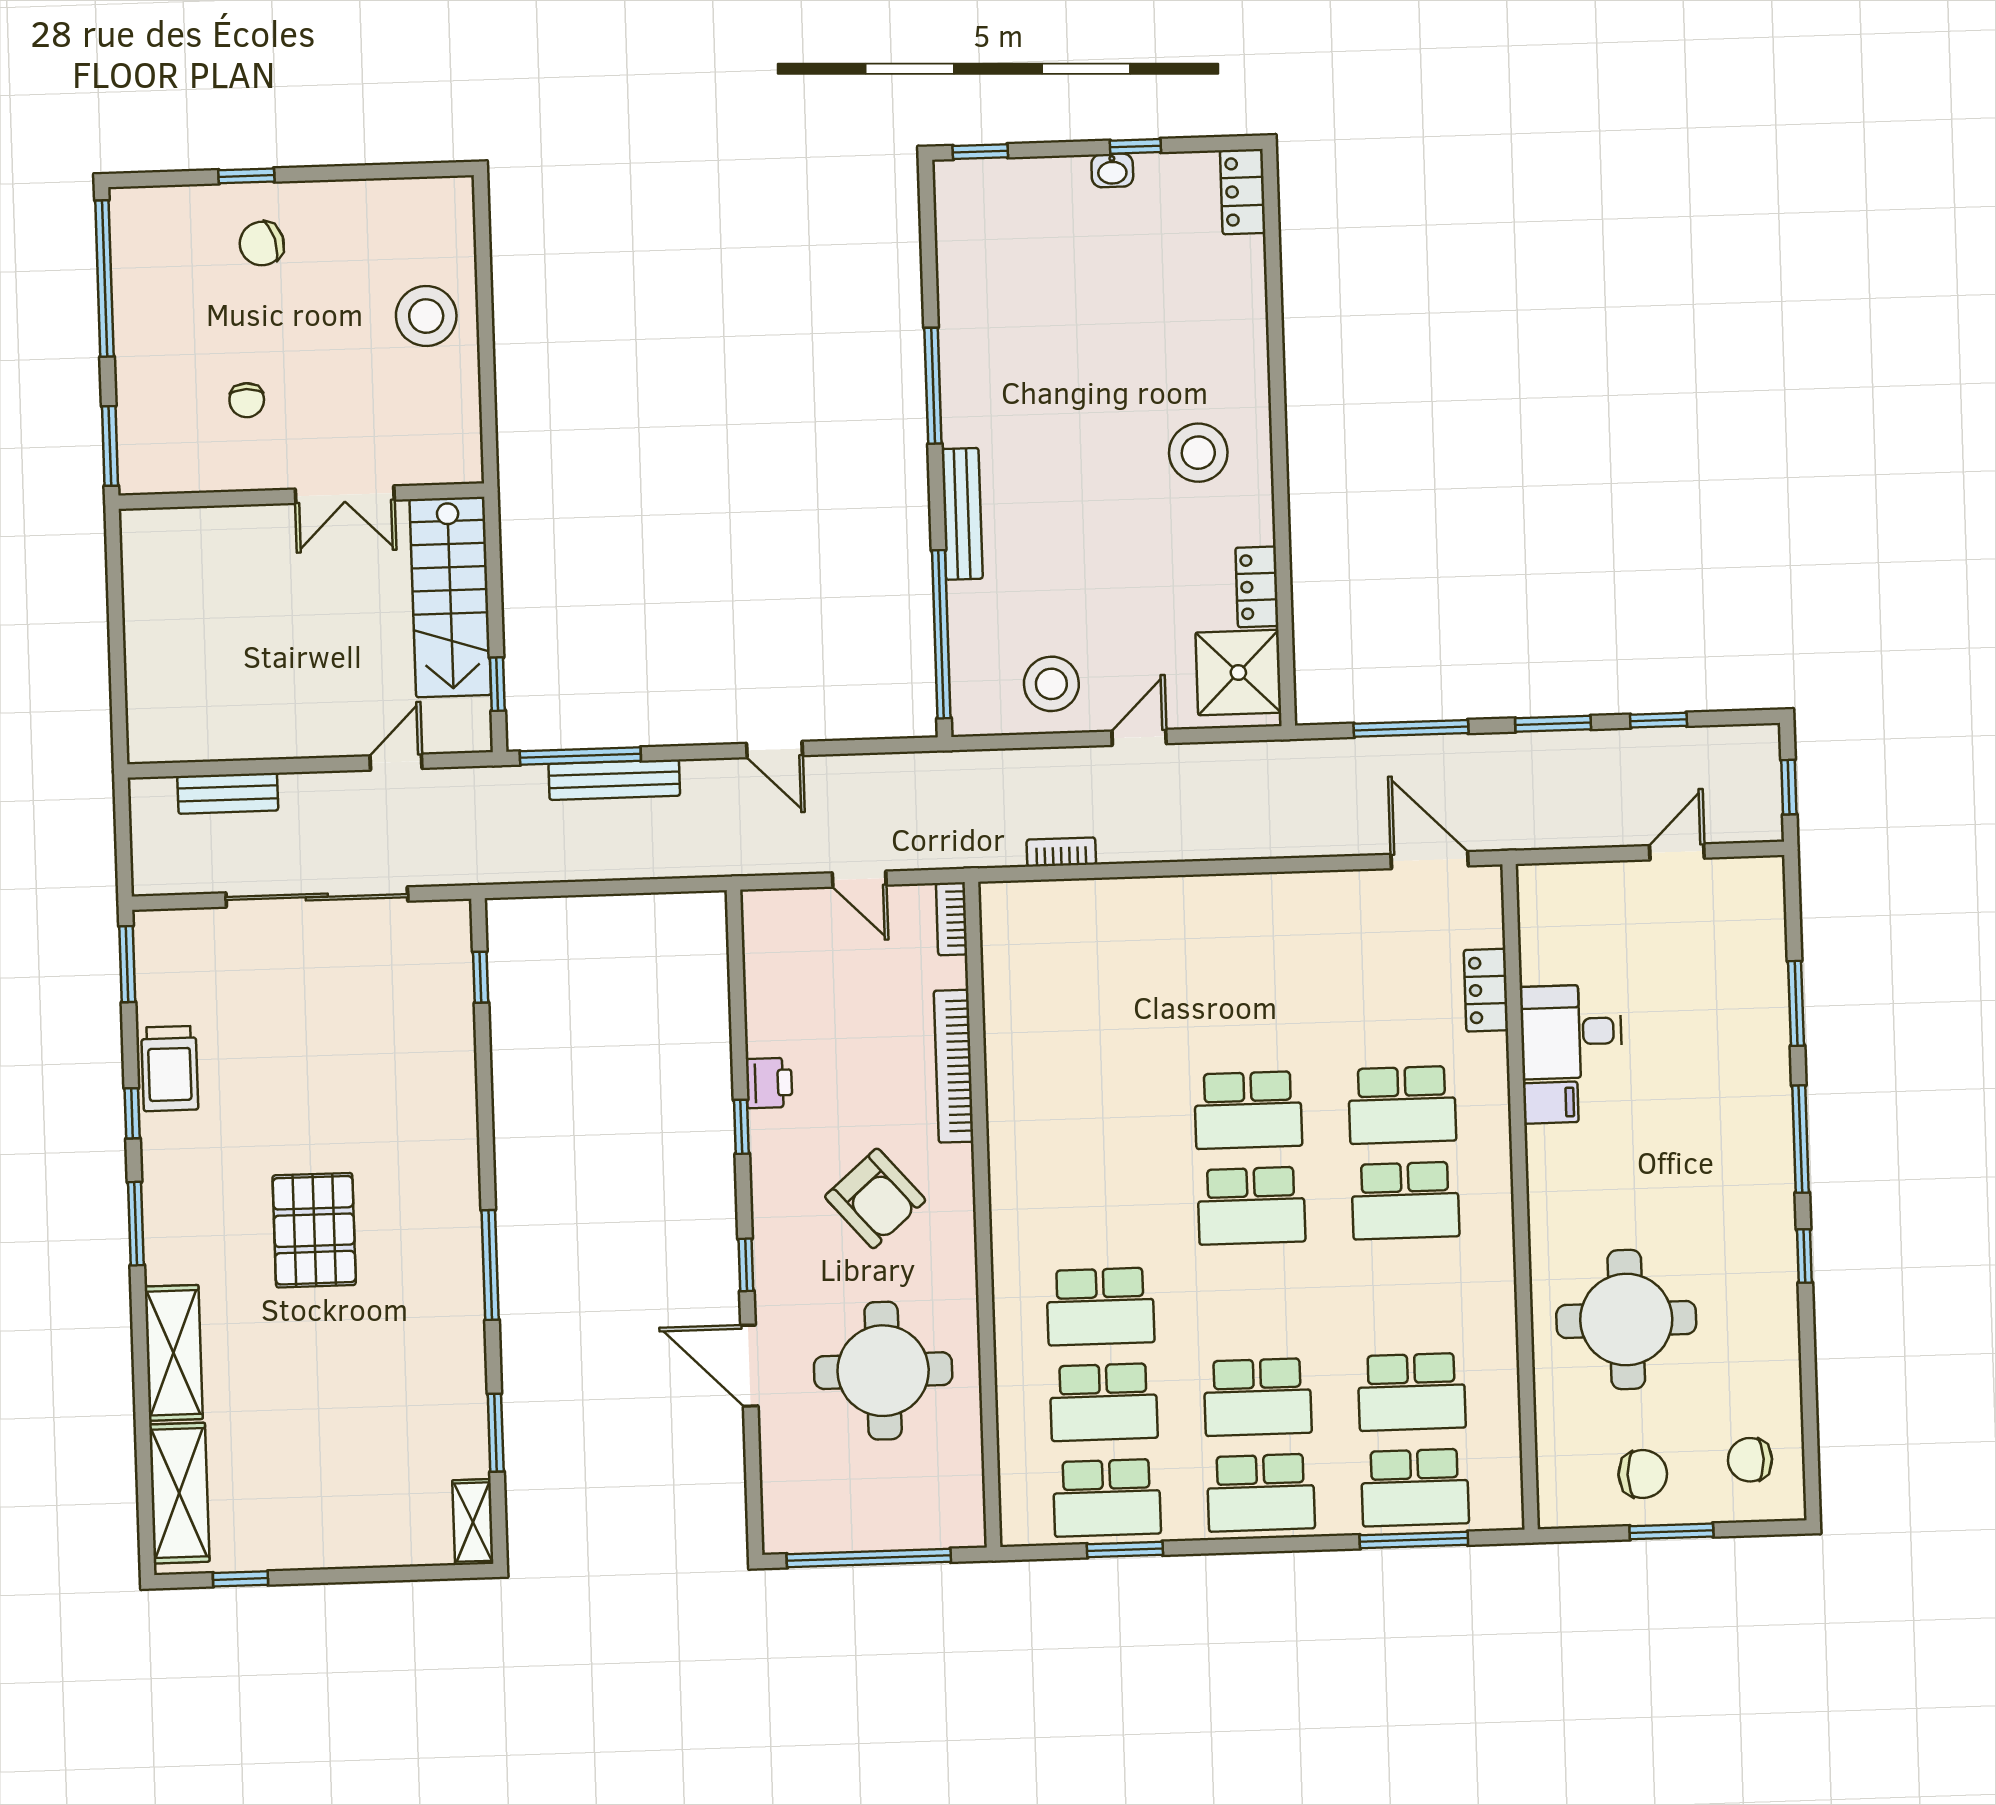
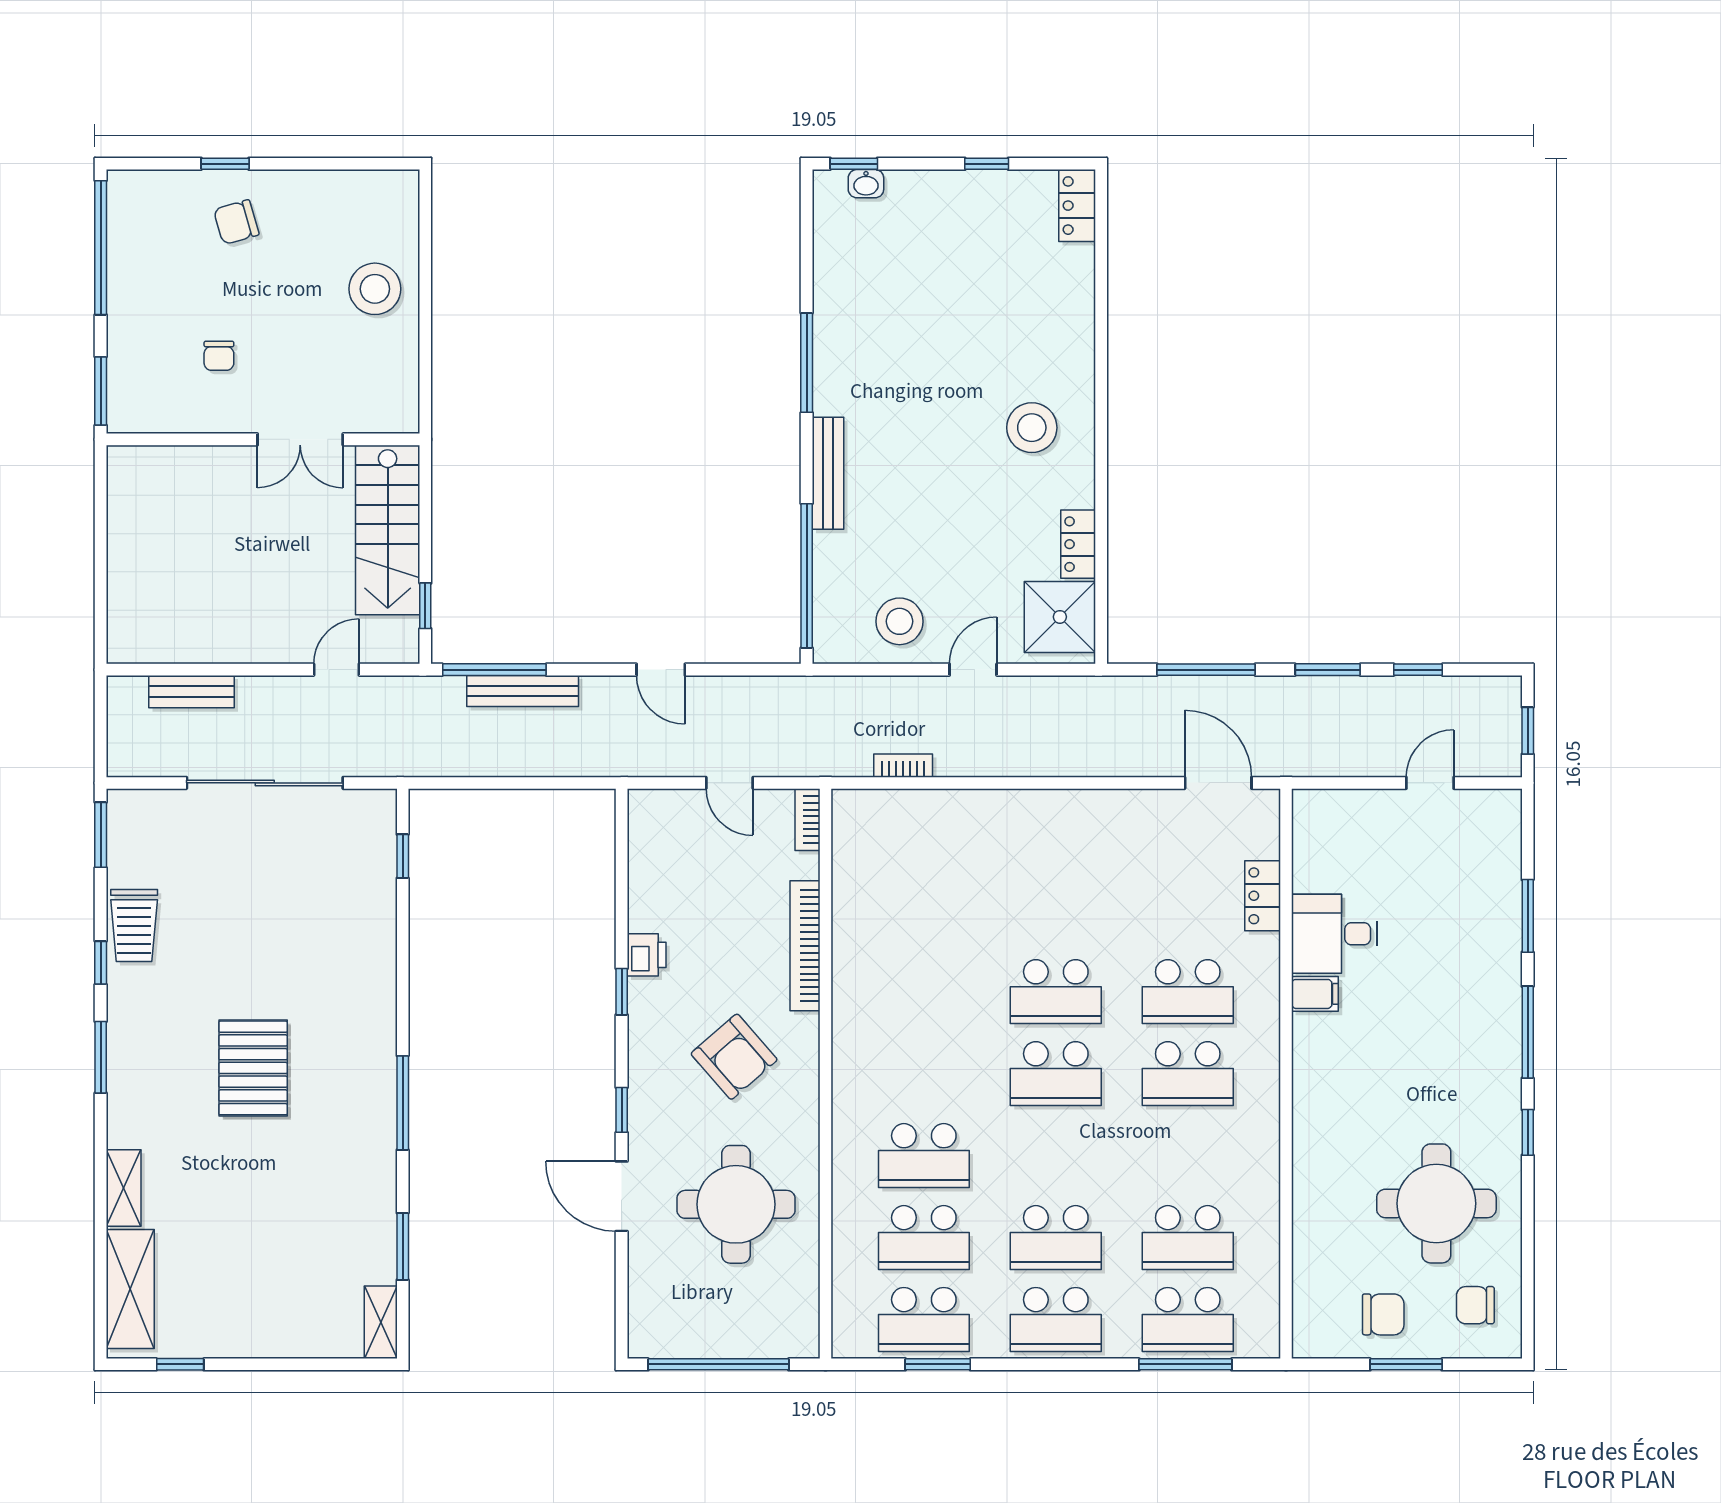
washbasin: (1112, 170) -> (866, 184), moved
round table: (1626, 1319) -> (1436, 1203), moved
shelving: (174, 1353) -> (124, 1188), width x0.67, depth x0.75

